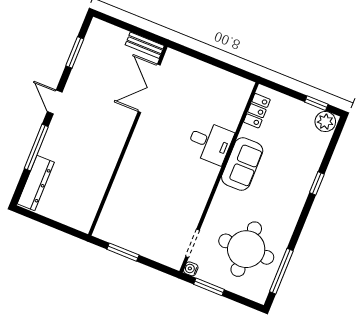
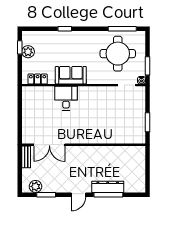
plant: (94, 41) -> (36, 186), added
plant: (325, 122) -> (28, 52), moved
dresser: (36, 183) -> (108, 187), moved

